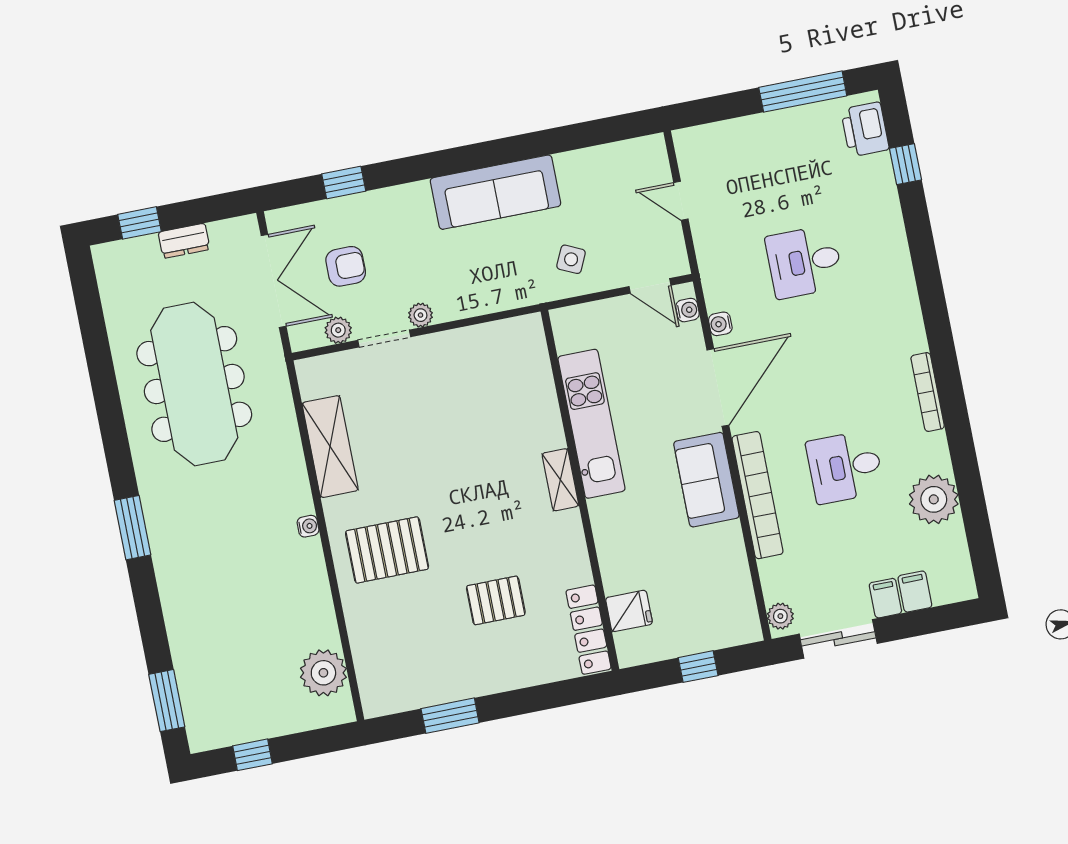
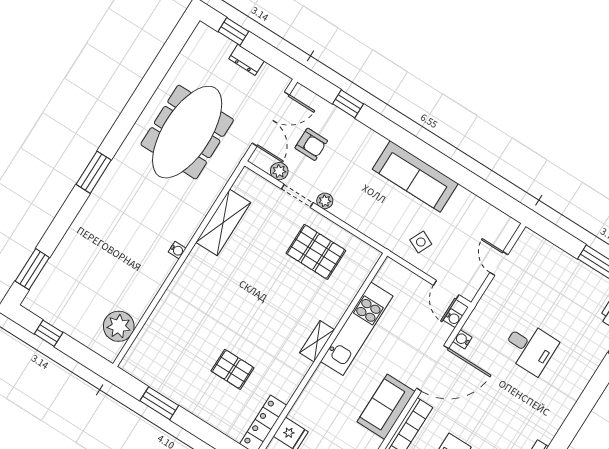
desk: (804, 262) -> (530, 348), turned 180
pallet: (387, 550) -> (316, 252), moved

